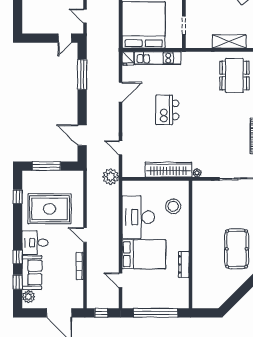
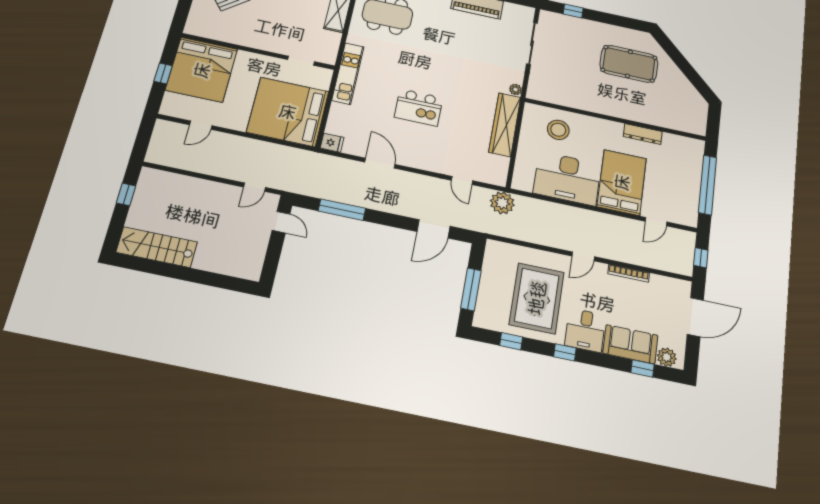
kitchen unit: (158, 58) -> (348, 73), moved
door: (121, 148) -> (462, 181), hinge flipped
window: (18, 257) -> (565, 352), moved

